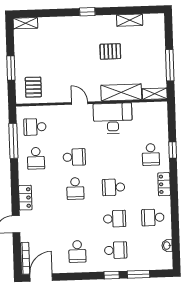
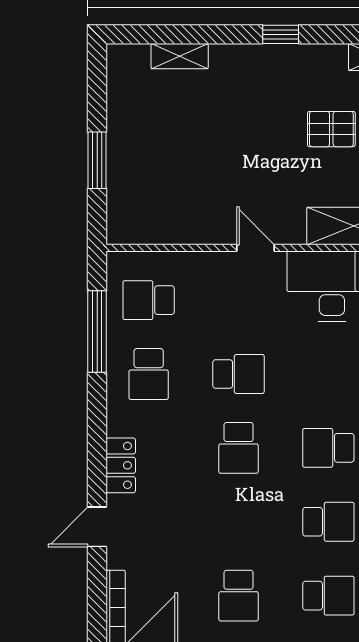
shelving: (25, 23) -> (180, 56), moved
pallet: (33, 87) -> (148, 207), removed

